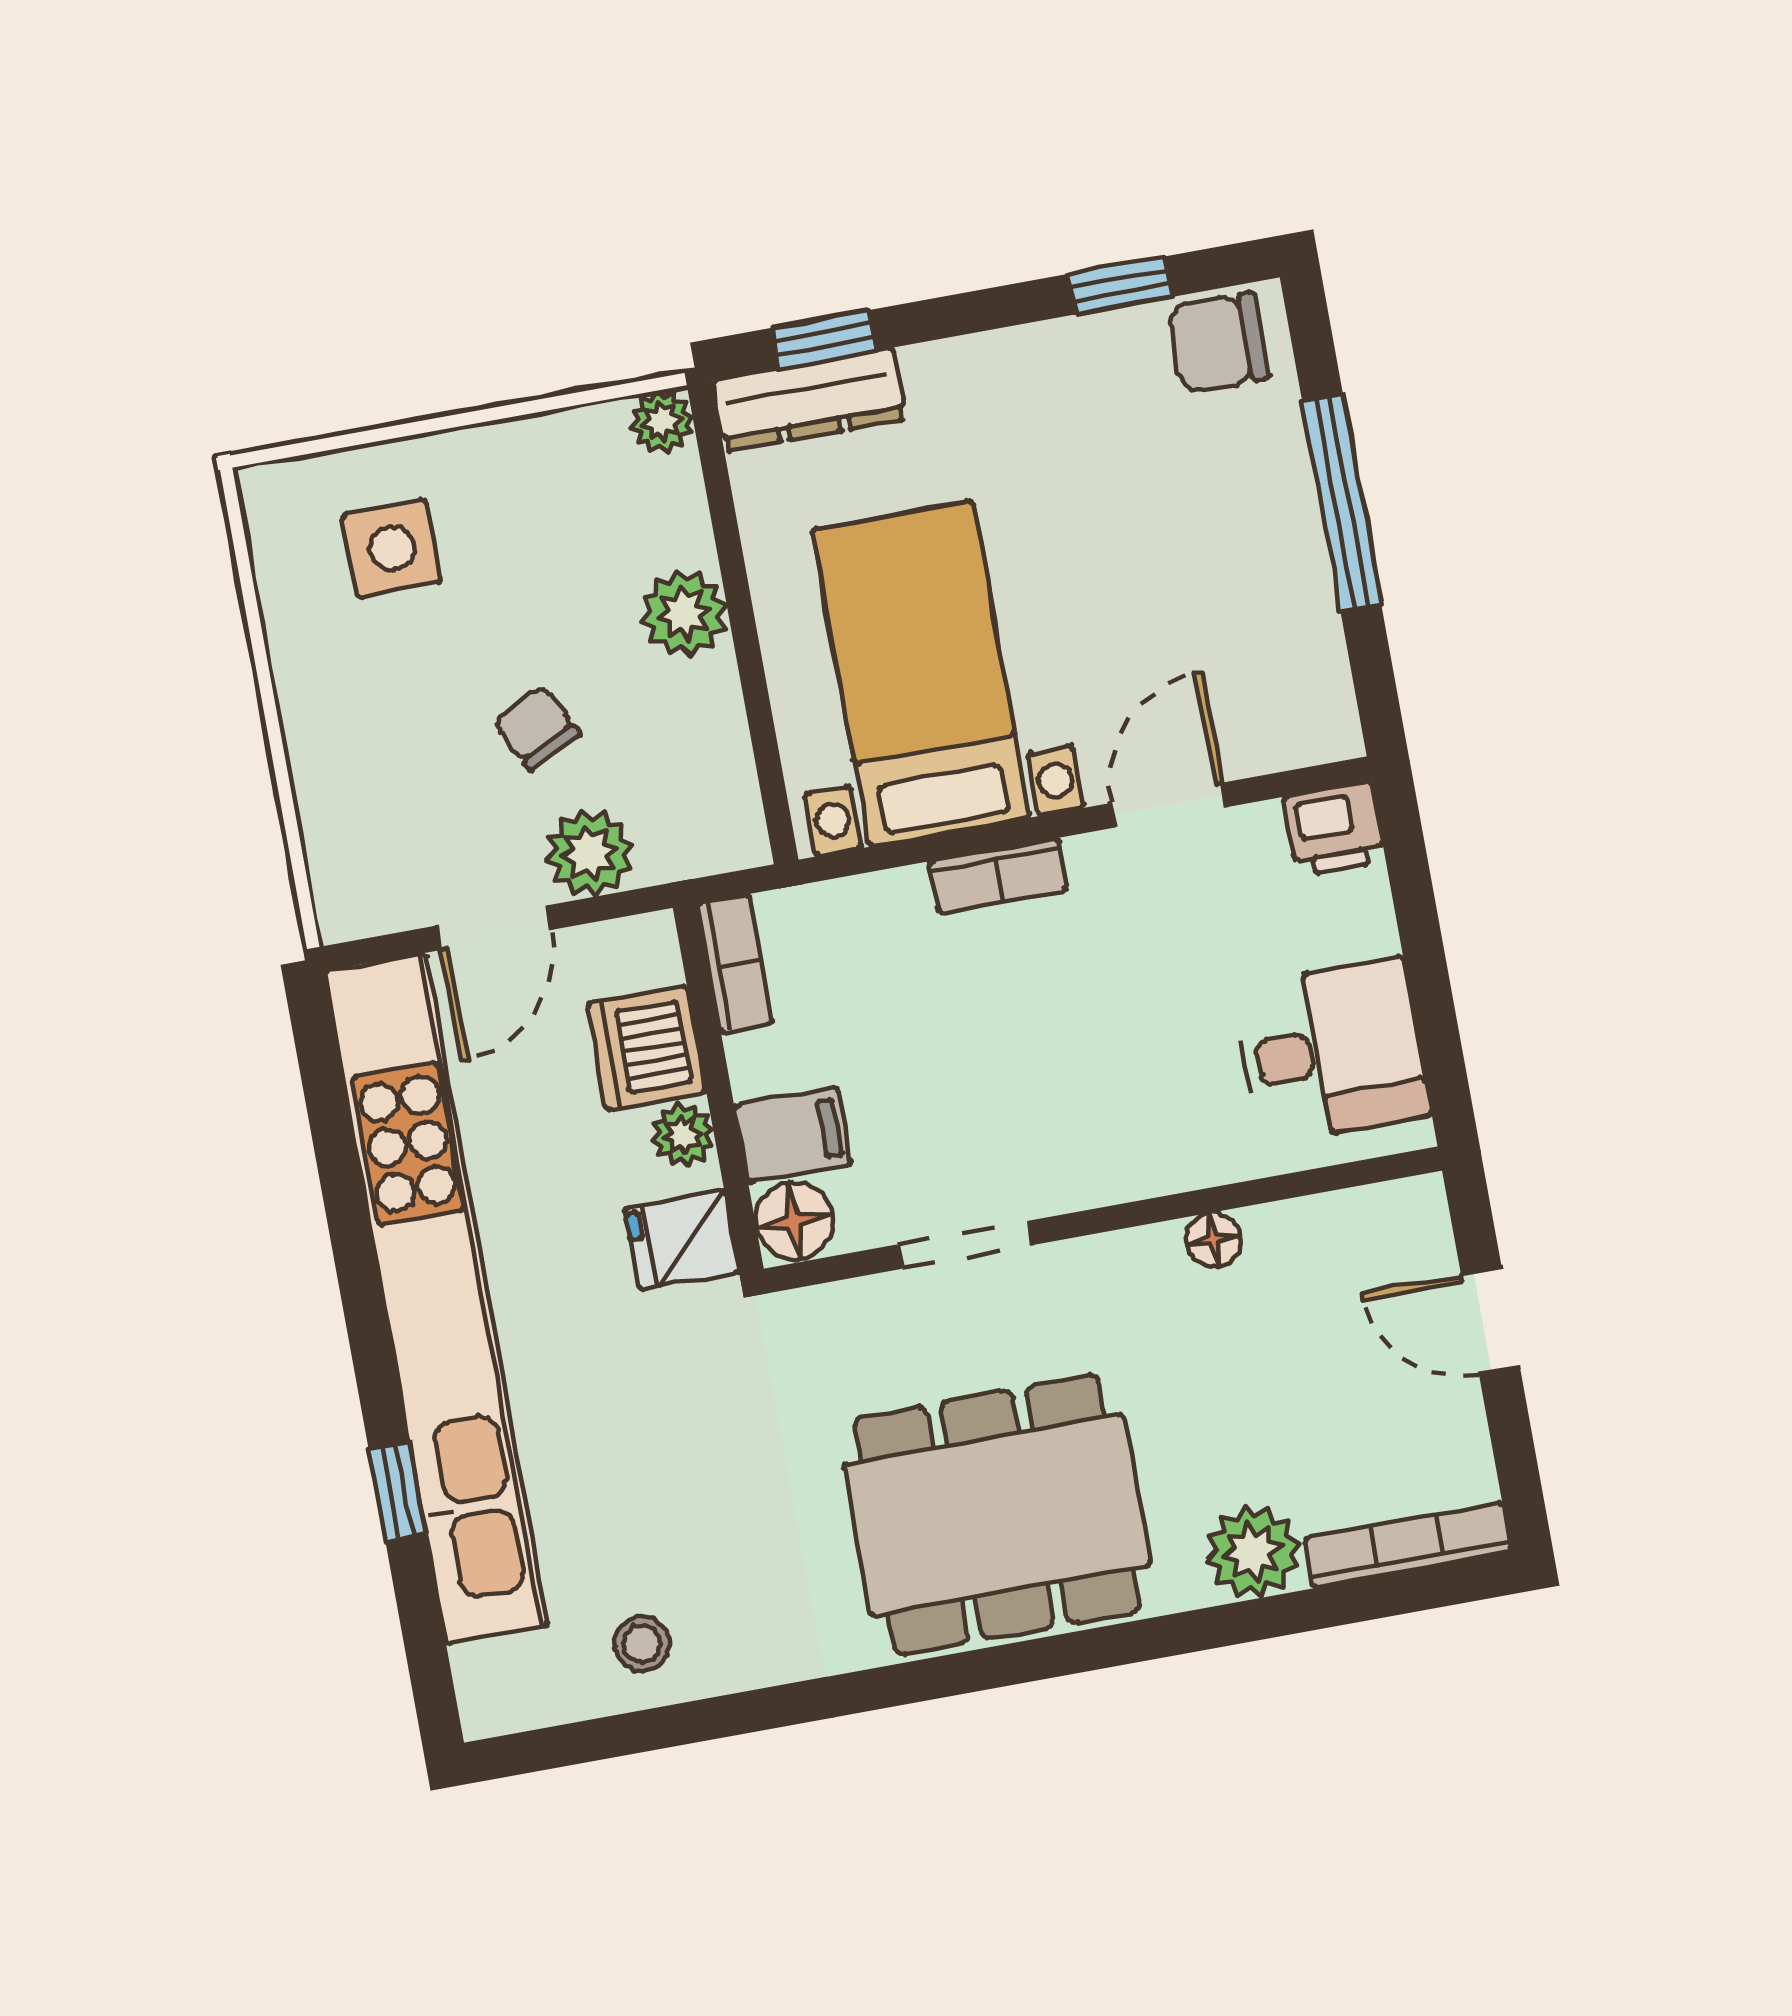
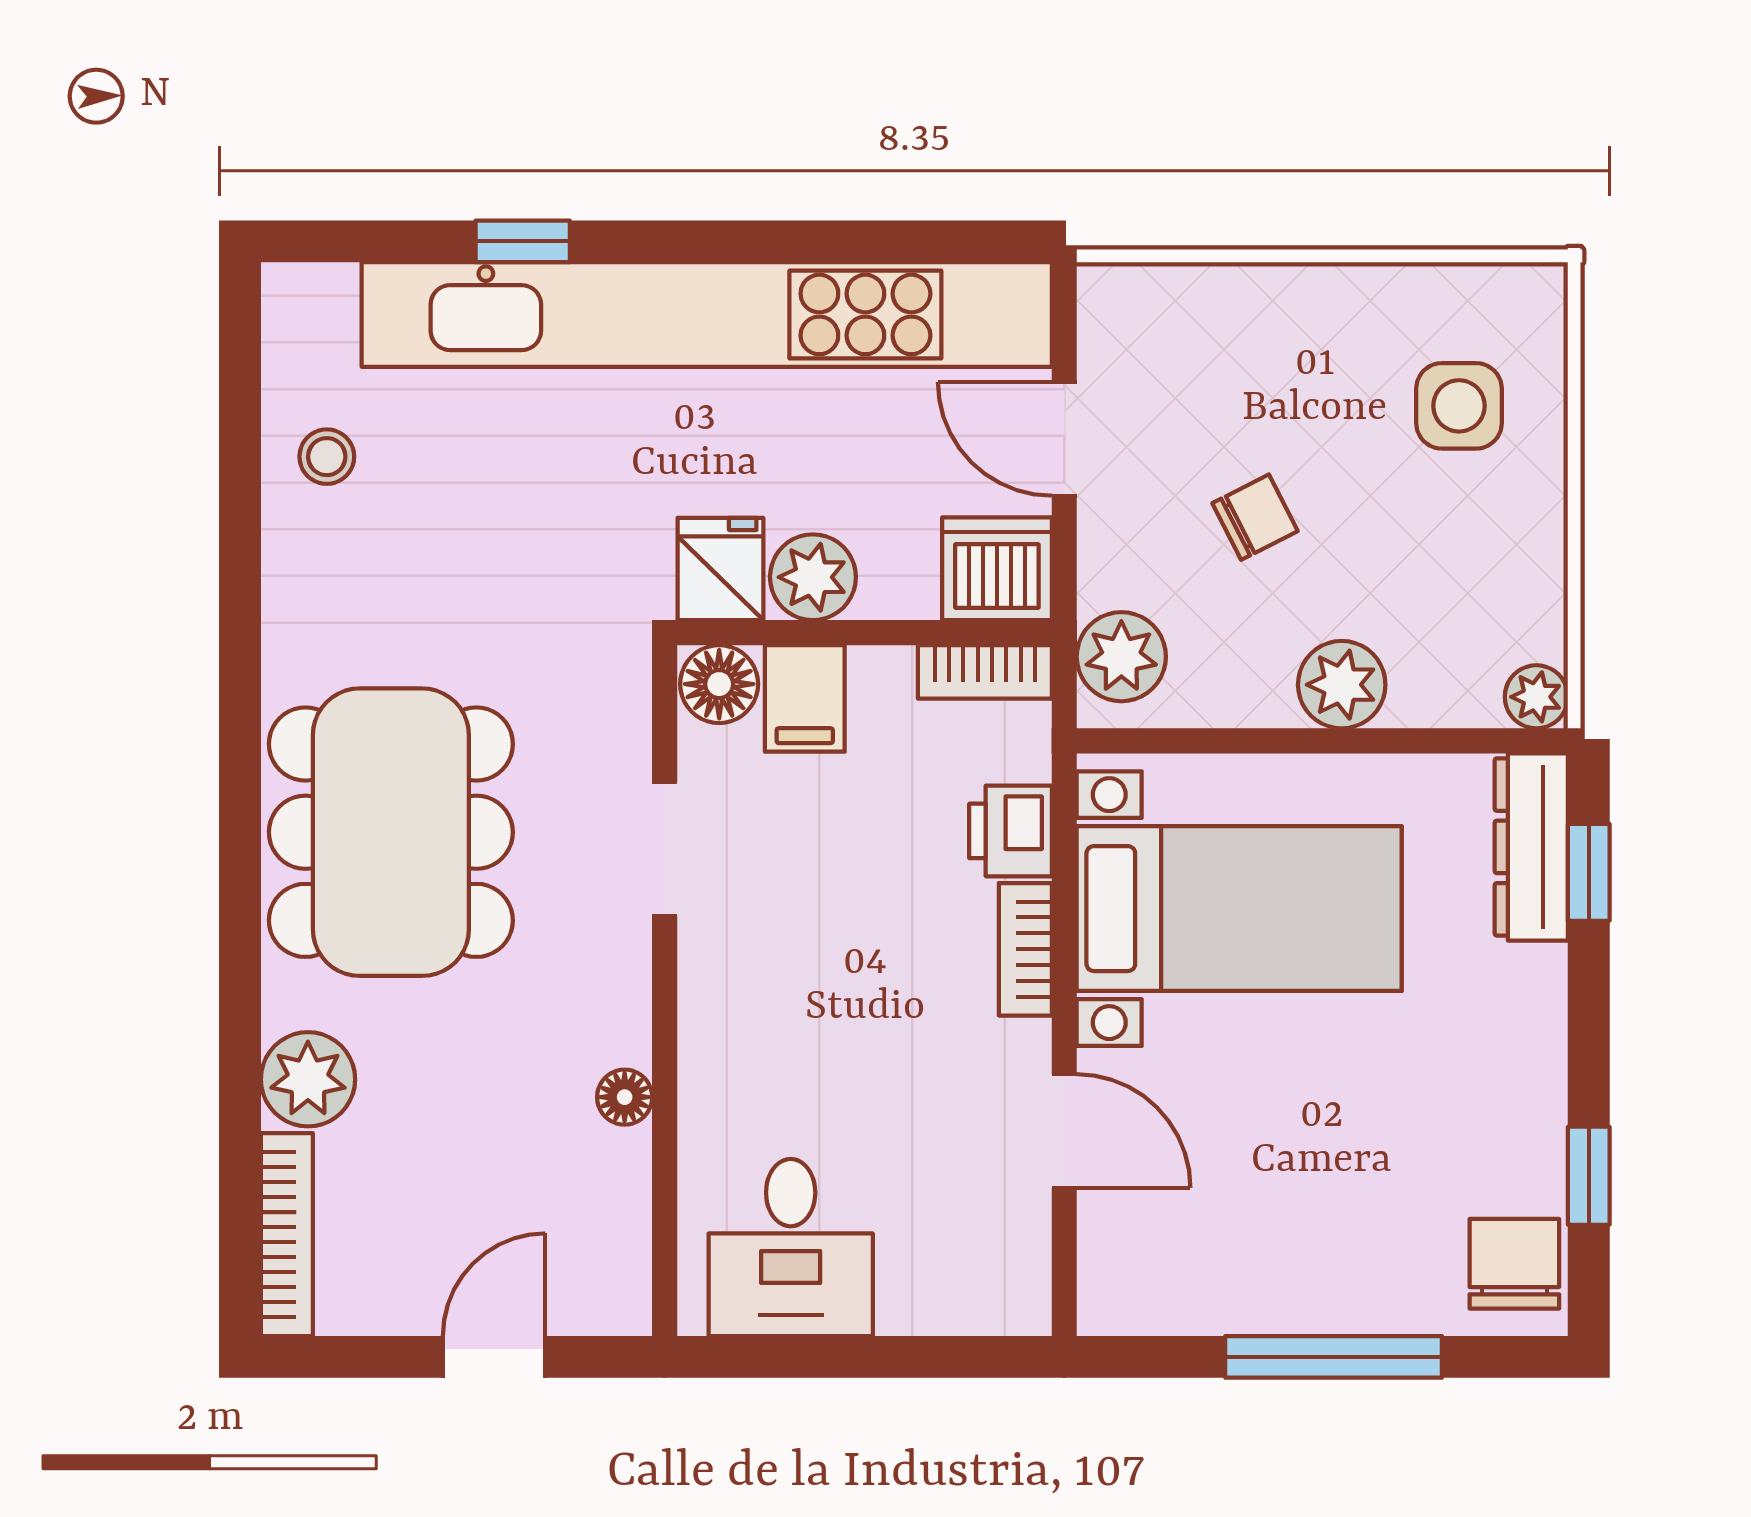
printer: (1334, 829) -> (1010, 831), moved
plant: (589, 853) -> (1121, 657), moved
dishwasher: (647, 1048) -> (997, 569), moved
plant: (683, 1135) -> (813, 577), width x1.38, depth x1.38

